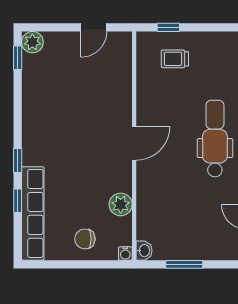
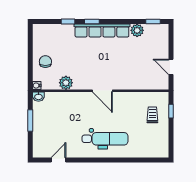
plant: (32, 42) -> (137, 30), moved
row of seats: (33, 213) -> (102, 31), moved

